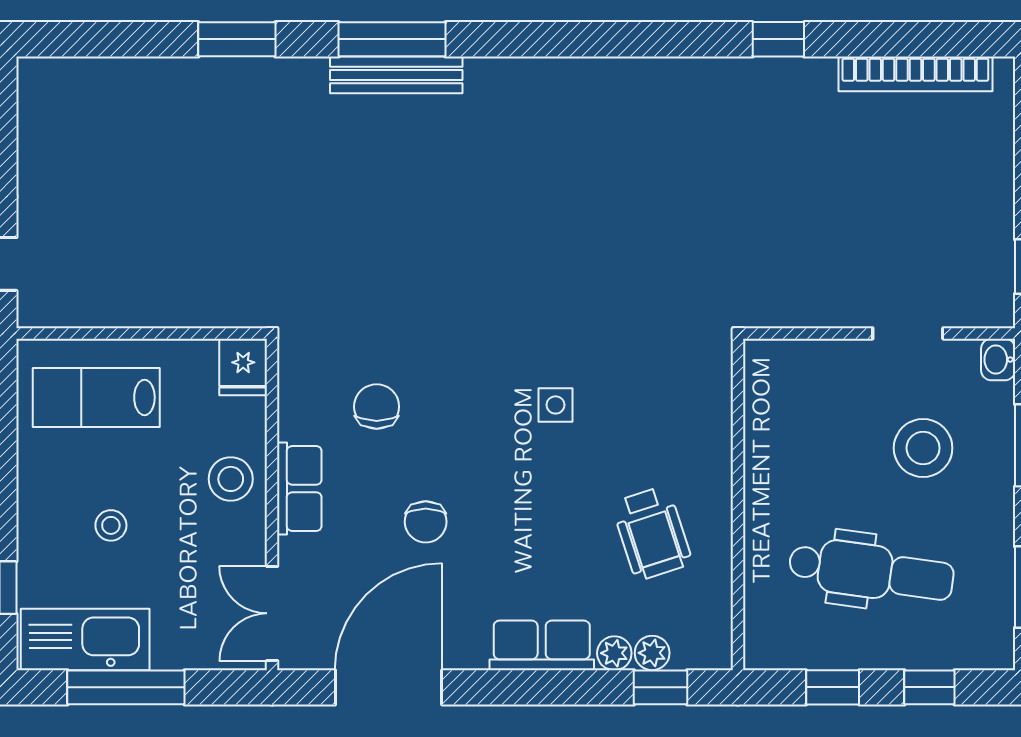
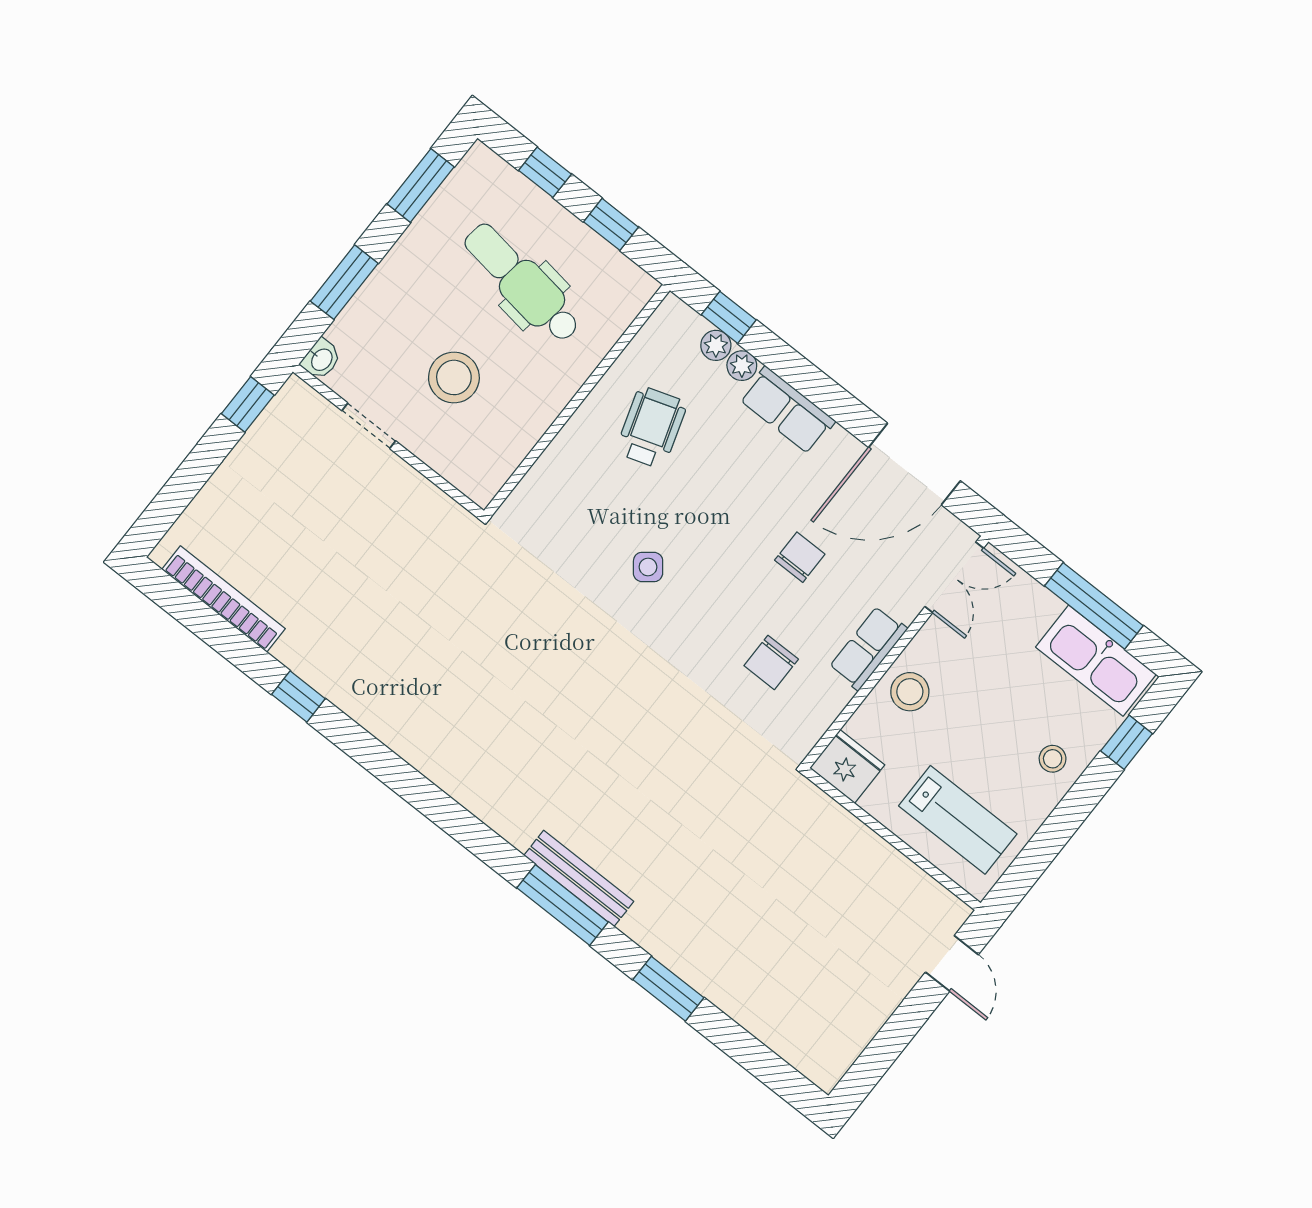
fridge: (243, 367) -> (847, 766), width x1.38
side table: (556, 405) -> (648, 567), turned -38
stool: (923, 448) -> (454, 377), moved
stool: (111, 525) -> (1053, 759), moved

